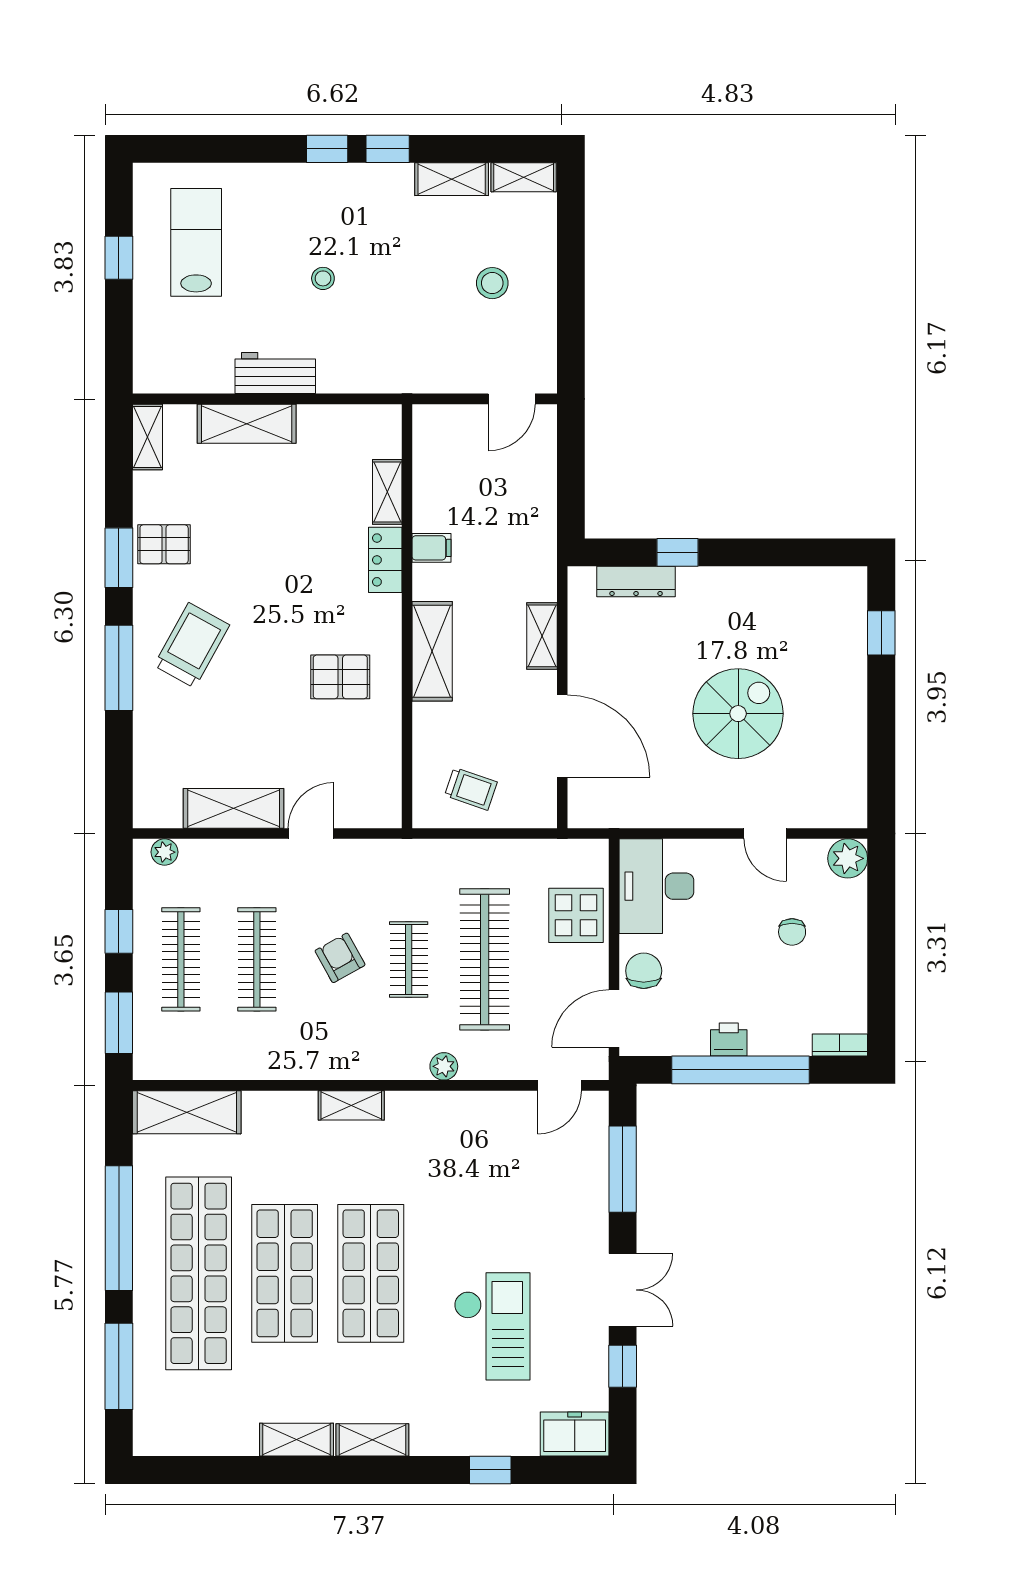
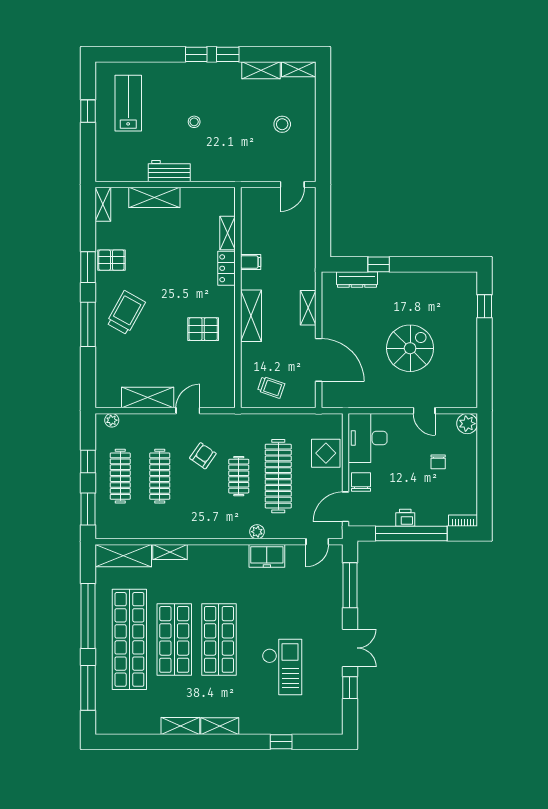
armchair: (340, 958) -> (203, 456), moved, turned 64
shelving: (351, 1105) -> (170, 552), moved
freezer: (575, 1434) -> (267, 556), moved, turned 180

